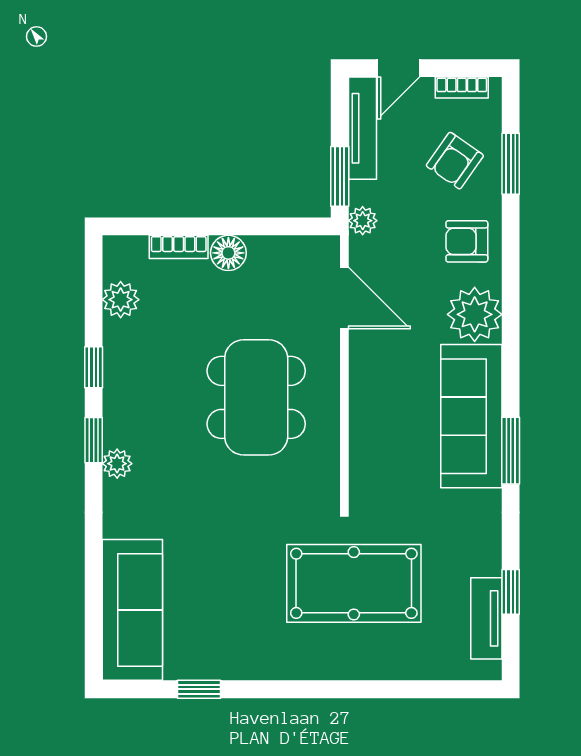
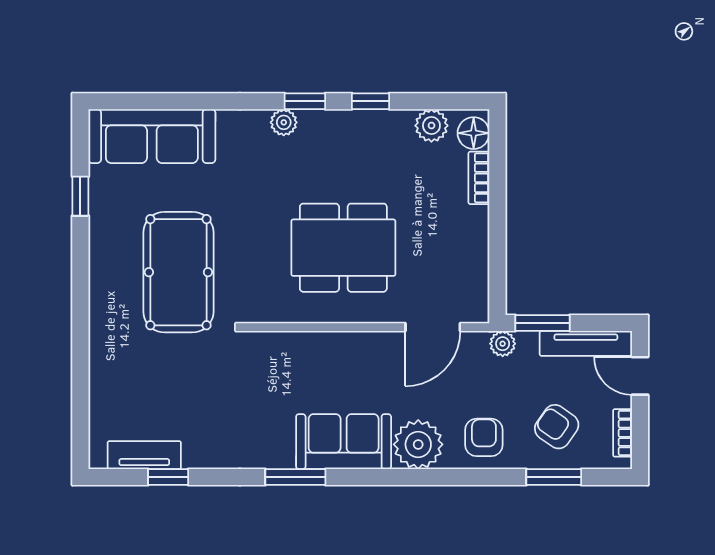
floor lamp: (228, 253) -> (474, 133), moved
sofa: (471, 416) -> (344, 442), width x0.73
pool table: (354, 583) -> (178, 272), moved

